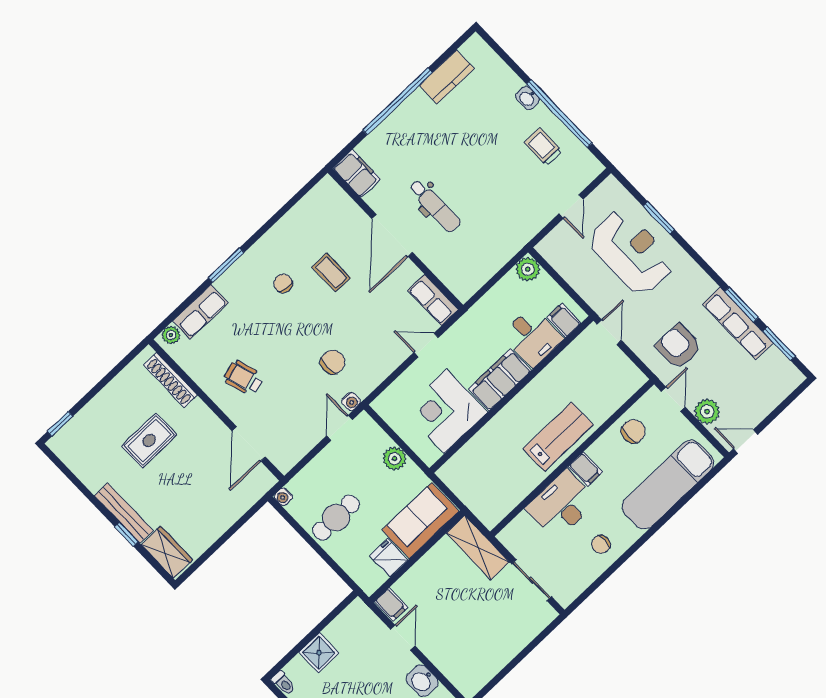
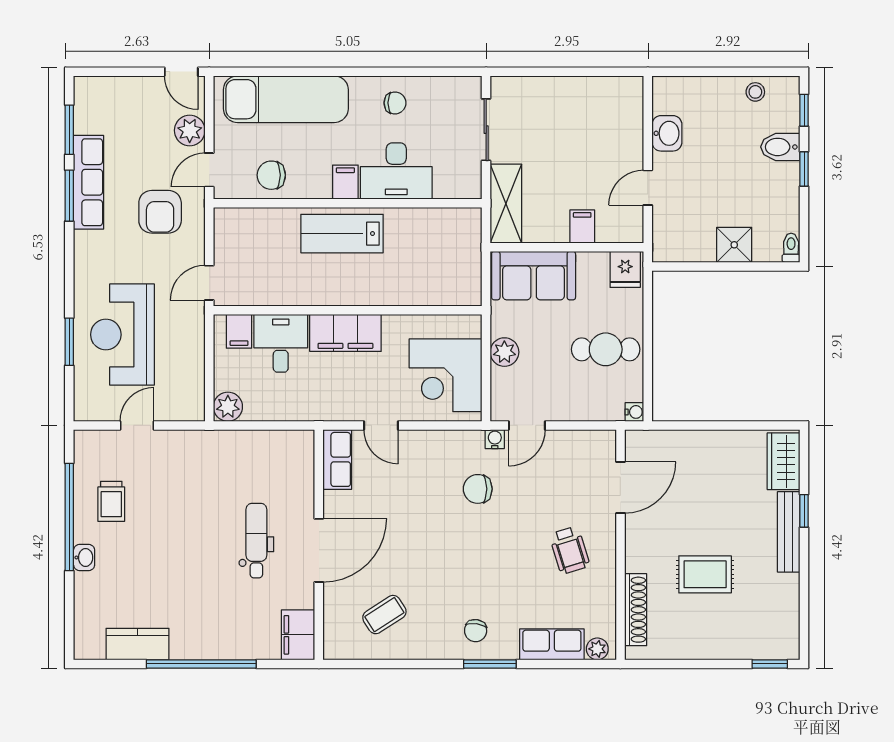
coffee table: (331, 272) -> (384, 615), moved, turned 57
chair: (283, 283) -> (476, 631), moved
corner desk: (446, 411) -> (446, 375), moved, turned 90
fridge: (389, 558) -> (625, 269), moved
filing cabinet: (391, 604) -> (582, 227), moved

